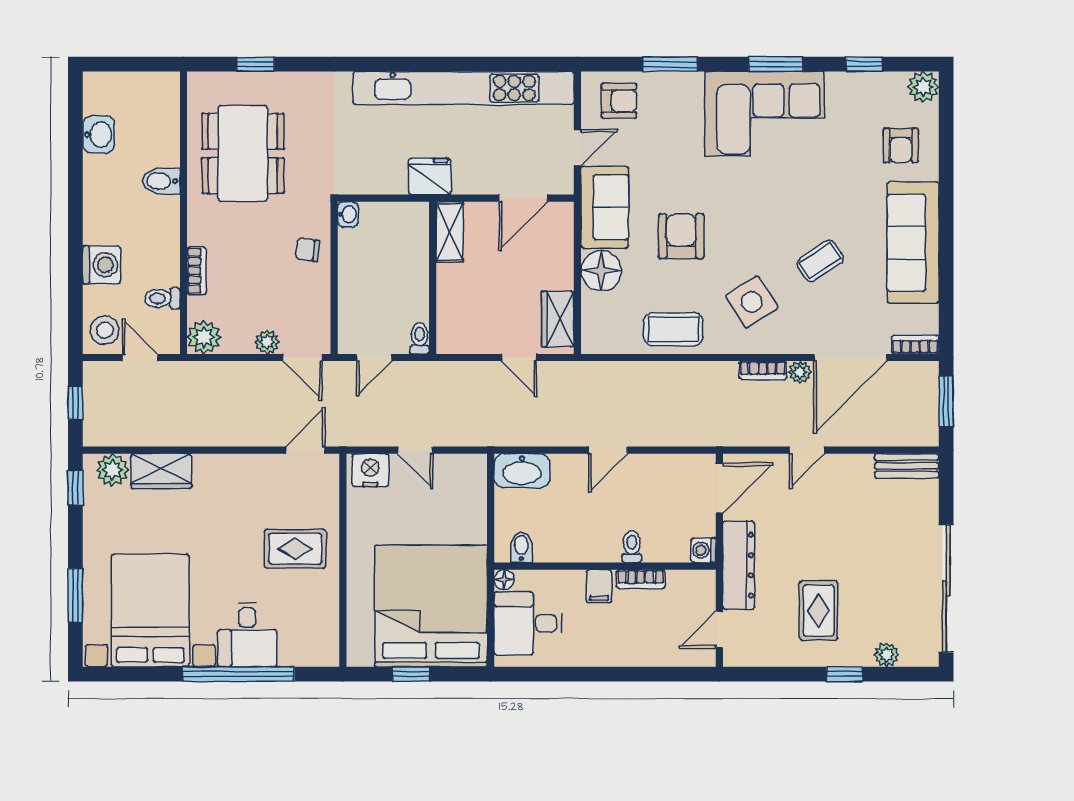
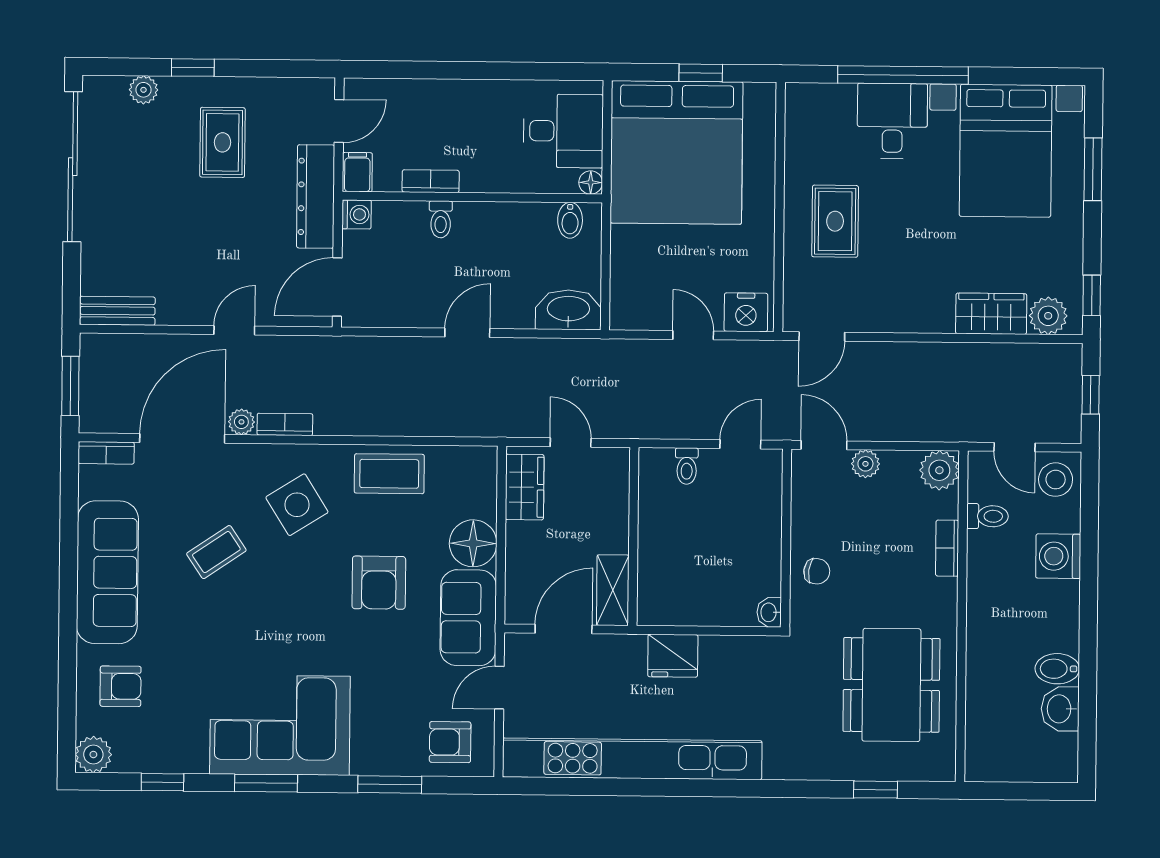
armchair: (901, 145) -> (121, 686), turned 90
bidet: (161, 181) -> (1057, 669), moved, turned 180
shelving: (450, 232) -> (613, 590), moved
wall: (433, 278) -> (633, 536), moved
rug: (295, 549) -> (835, 221), turned 90
filing cabinet: (599, 586) -> (357, 172), moved

